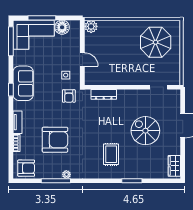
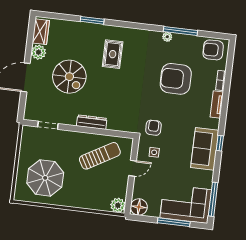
floor lamp: (62, 27) -> (139, 207), moved
door: (82, 59) -> (133, 168), swing flipped
sun lounger: (111, 67) -> (100, 156), added
dresser: (104, 94) -> (92, 122), moved
plant: (174, 148) -> (38, 52), added

